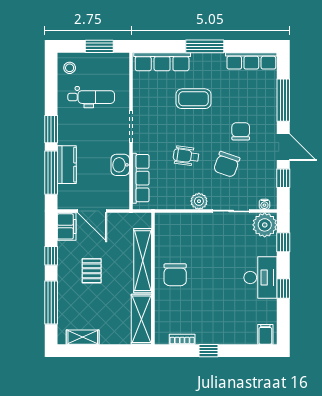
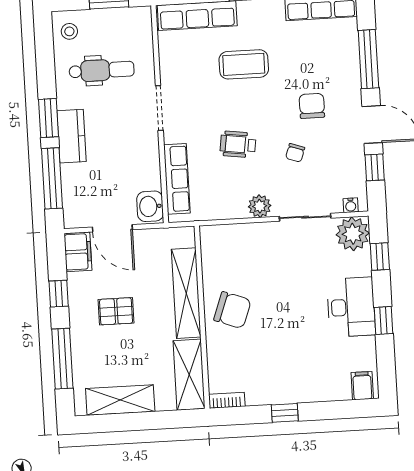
chair: (227, 164) -> (295, 153), width x0.54, depth x0.54
kitchen counter: (67, 165) -> (71, 136), moved
washbasin: (120, 165) -> (150, 206), moved
pallet: (92, 271) -> (116, 311), turned 90
chair: (175, 275) -> (232, 310), turned -70
shelving: (83, 337) -> (120, 400), width x1.50, depth x1.33
bookcase: (182, 339) -> (227, 400), moved

